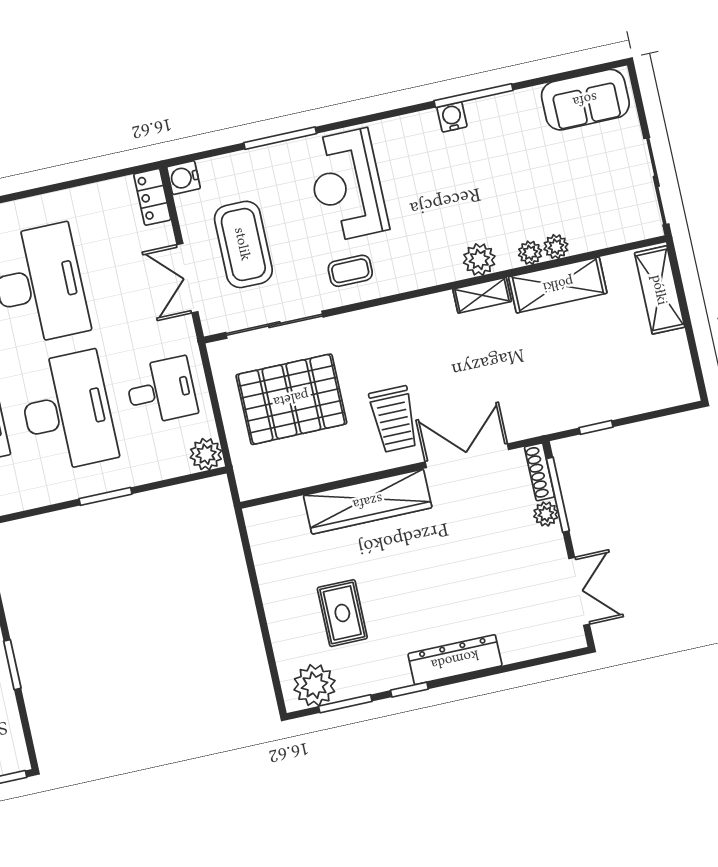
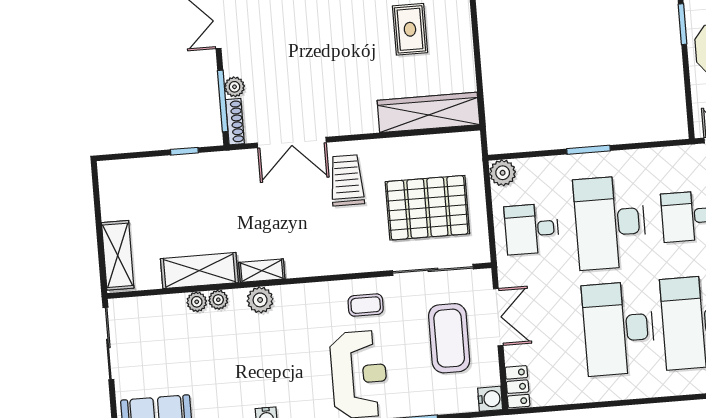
wardrobe: (368, 502) -> (428, 112), moved

